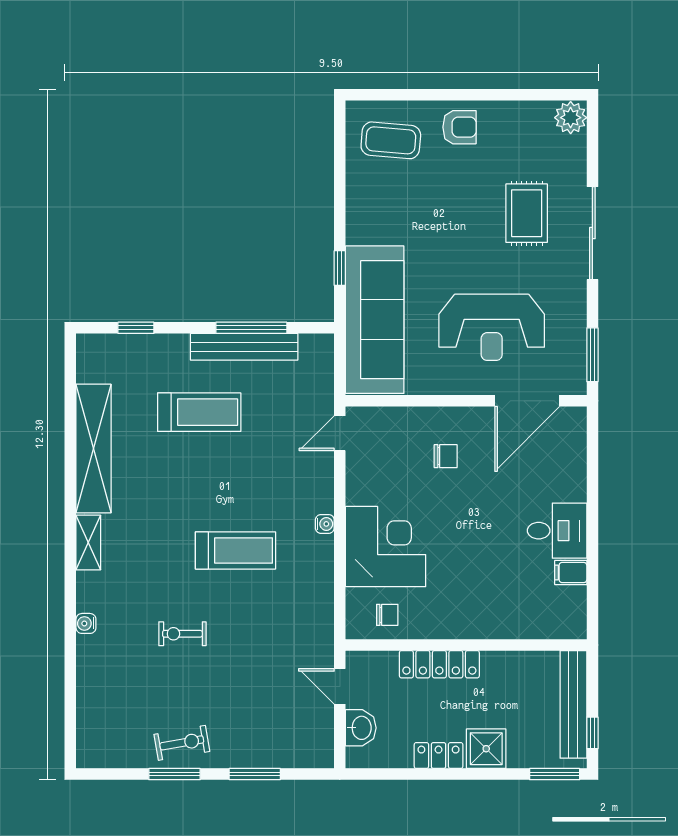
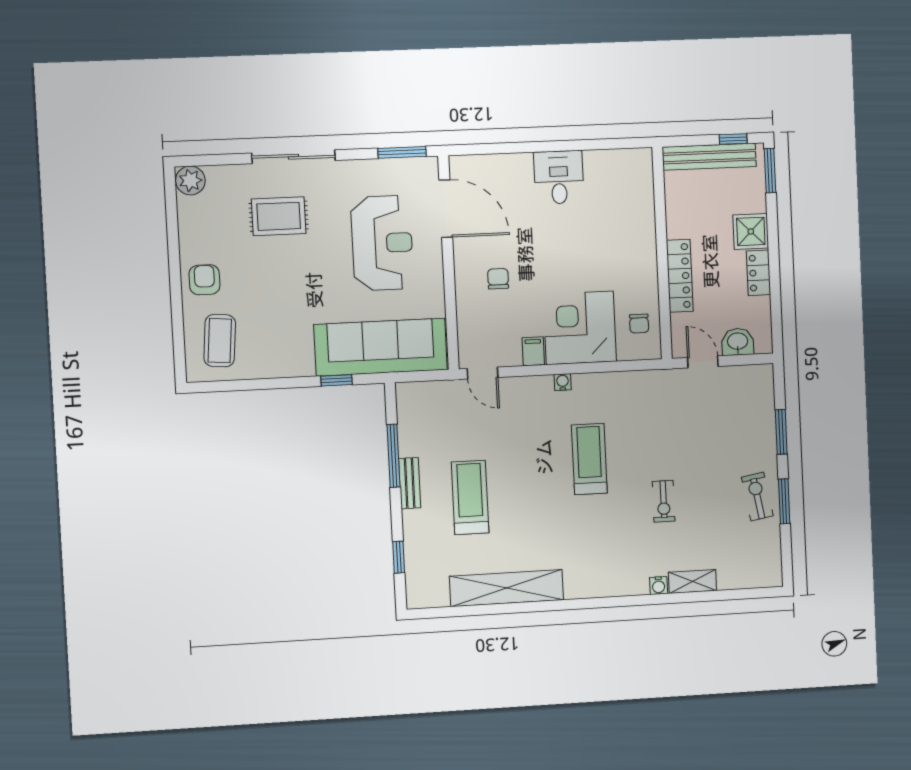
bench: (244, 347) -> (410, 483), width x0.54, depth x0.82
shelving: (88, 543) -> (693, 581), moved
filing cabinet: (571, 572) -> (533, 351), moved, turned 180
chair: (387, 615) -> (639, 323), turned 180
door: (340, 686) -> (703, 362), swing flipped

